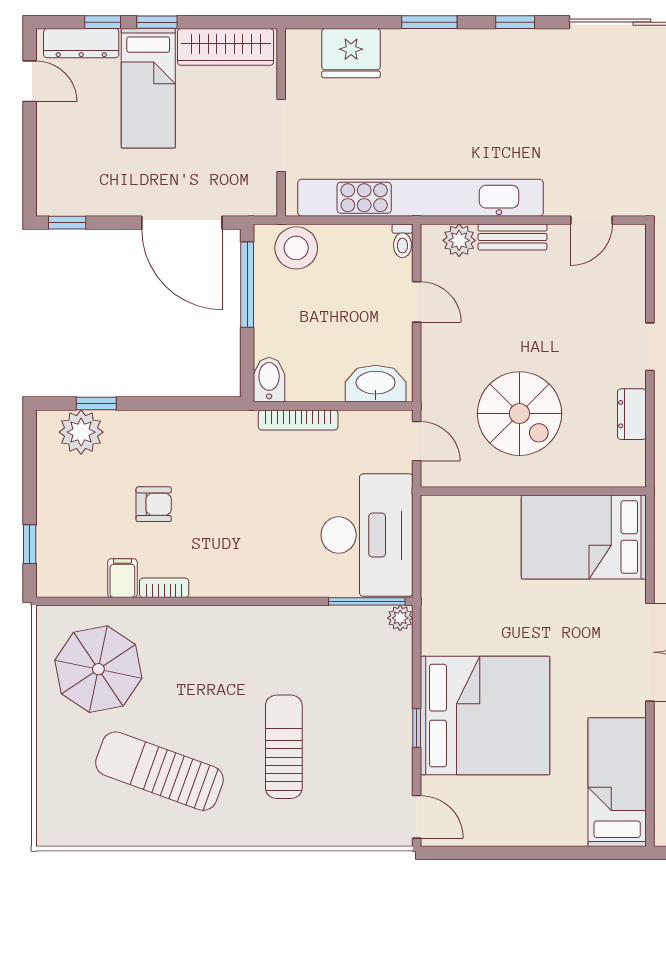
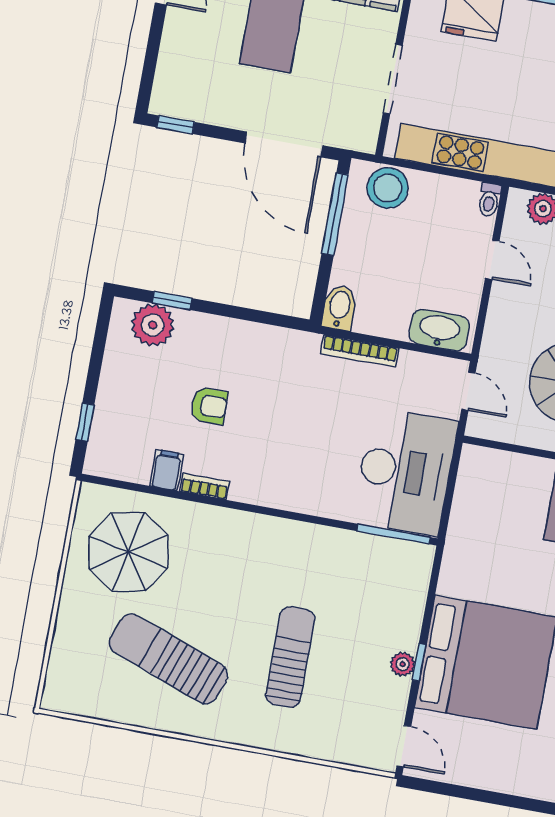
plant: (400, 618) -> (403, 664), moved

